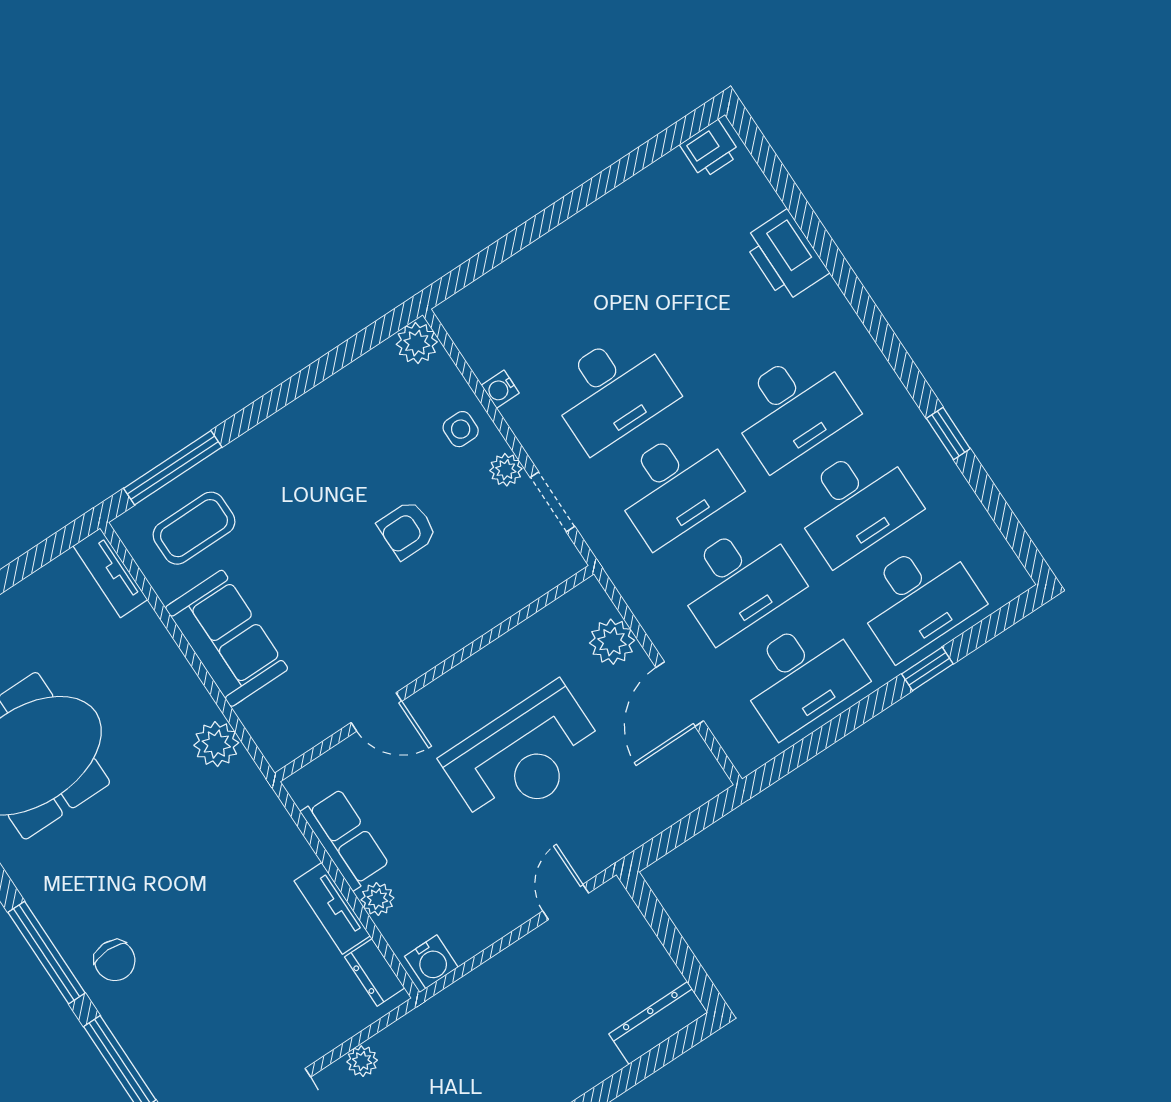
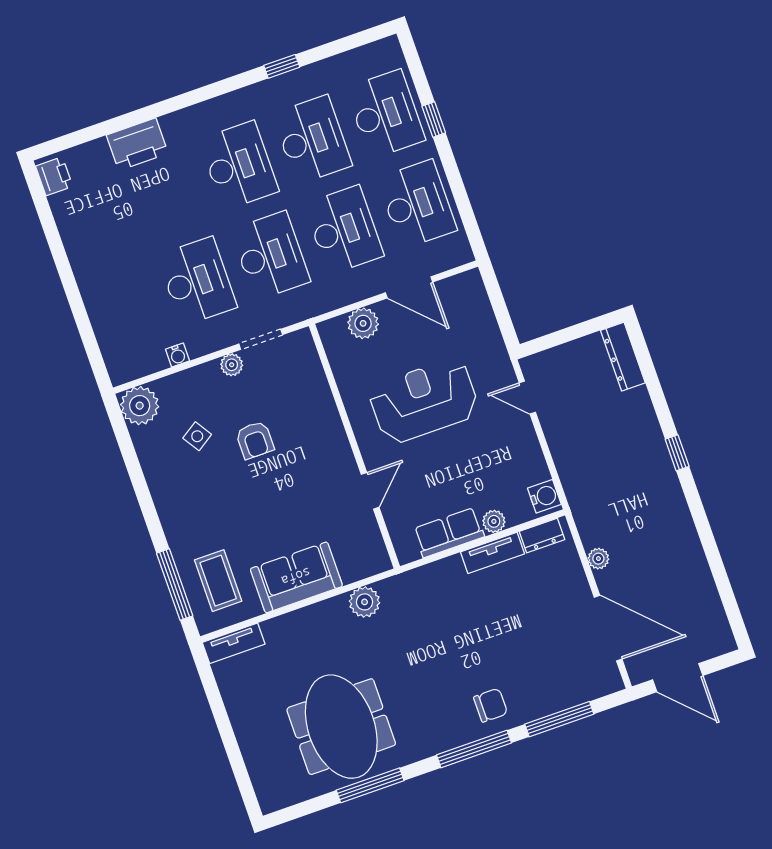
plant: (417, 343) -> (140, 406), width x1.36, depth x1.36
side table: (461, 429) -> (197, 436), moved, turned -33
reception desk: (524, 756) -> (424, 401), turned -90

